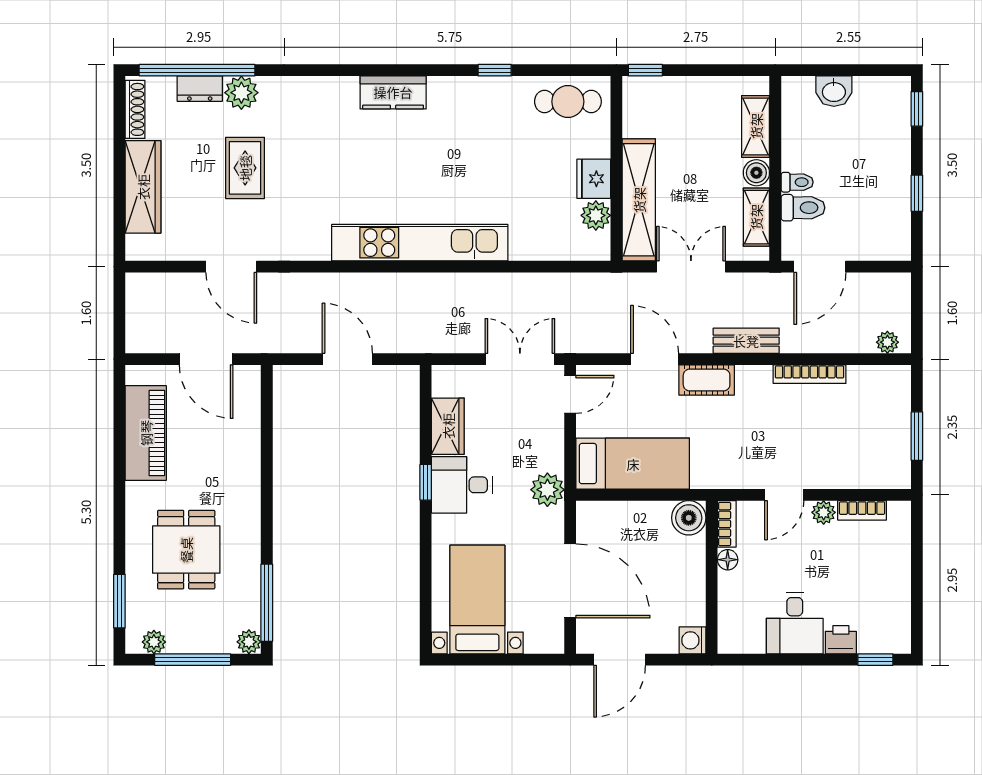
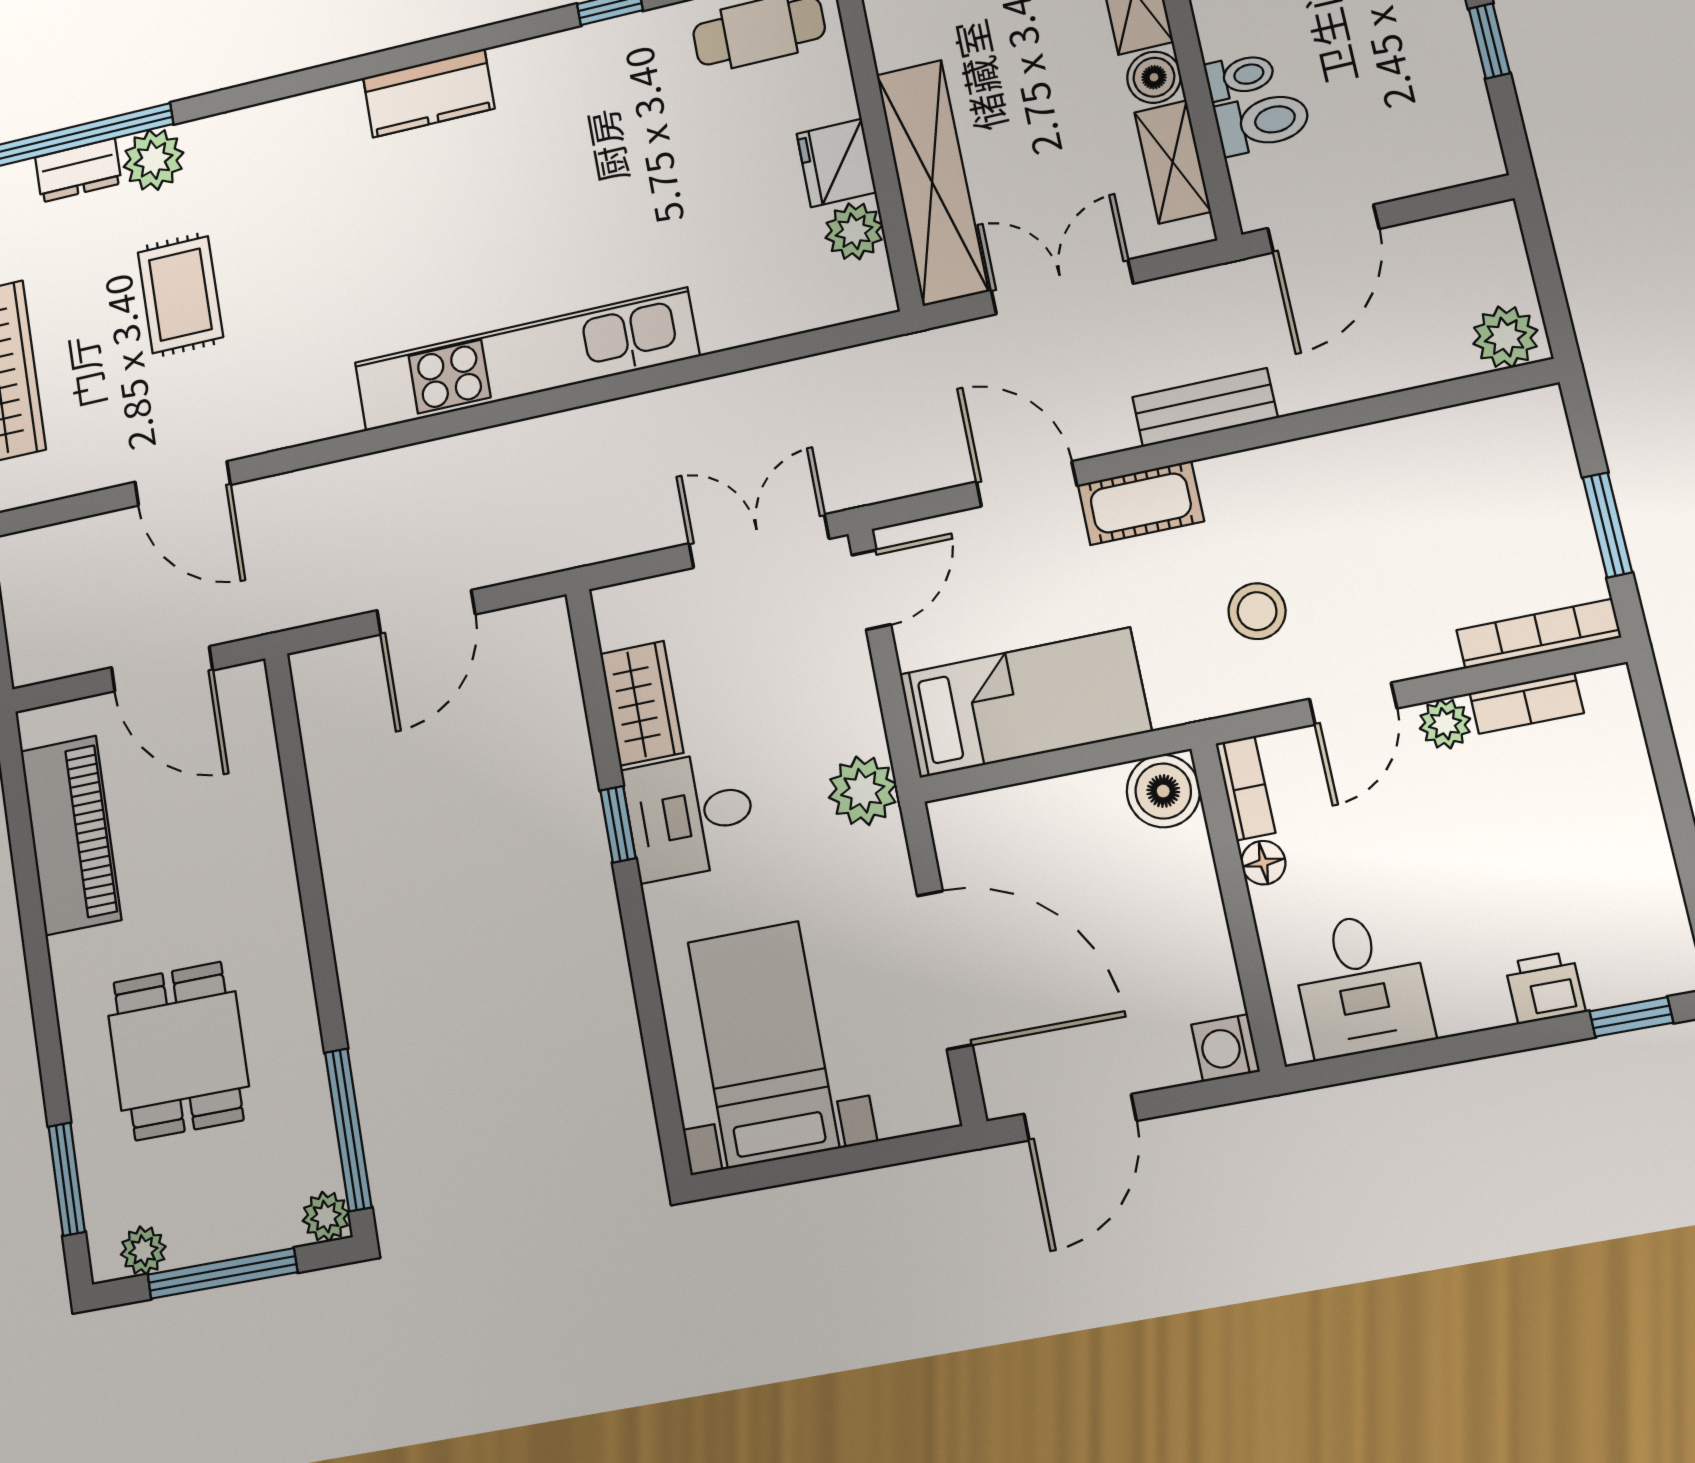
plant: (887, 342) -> (1505, 337), width x1.38, depth x1.38
door: (347, 359) -> (426, 612), swing flipped
bookcase: (810, 374) -> (1539, 634), moved, turned 180
stool: (750, 443) -> (1257, 611), added
desk: (795, 623) -> (1361, 985), moved

